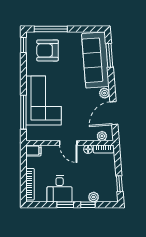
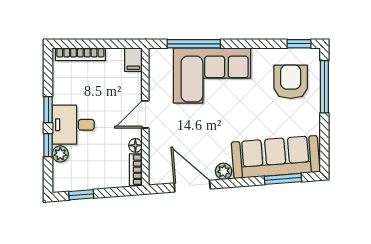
plant: (102, 136) -> (156, 167), removed
desk: (60, 189) -> (73, 125), moved

